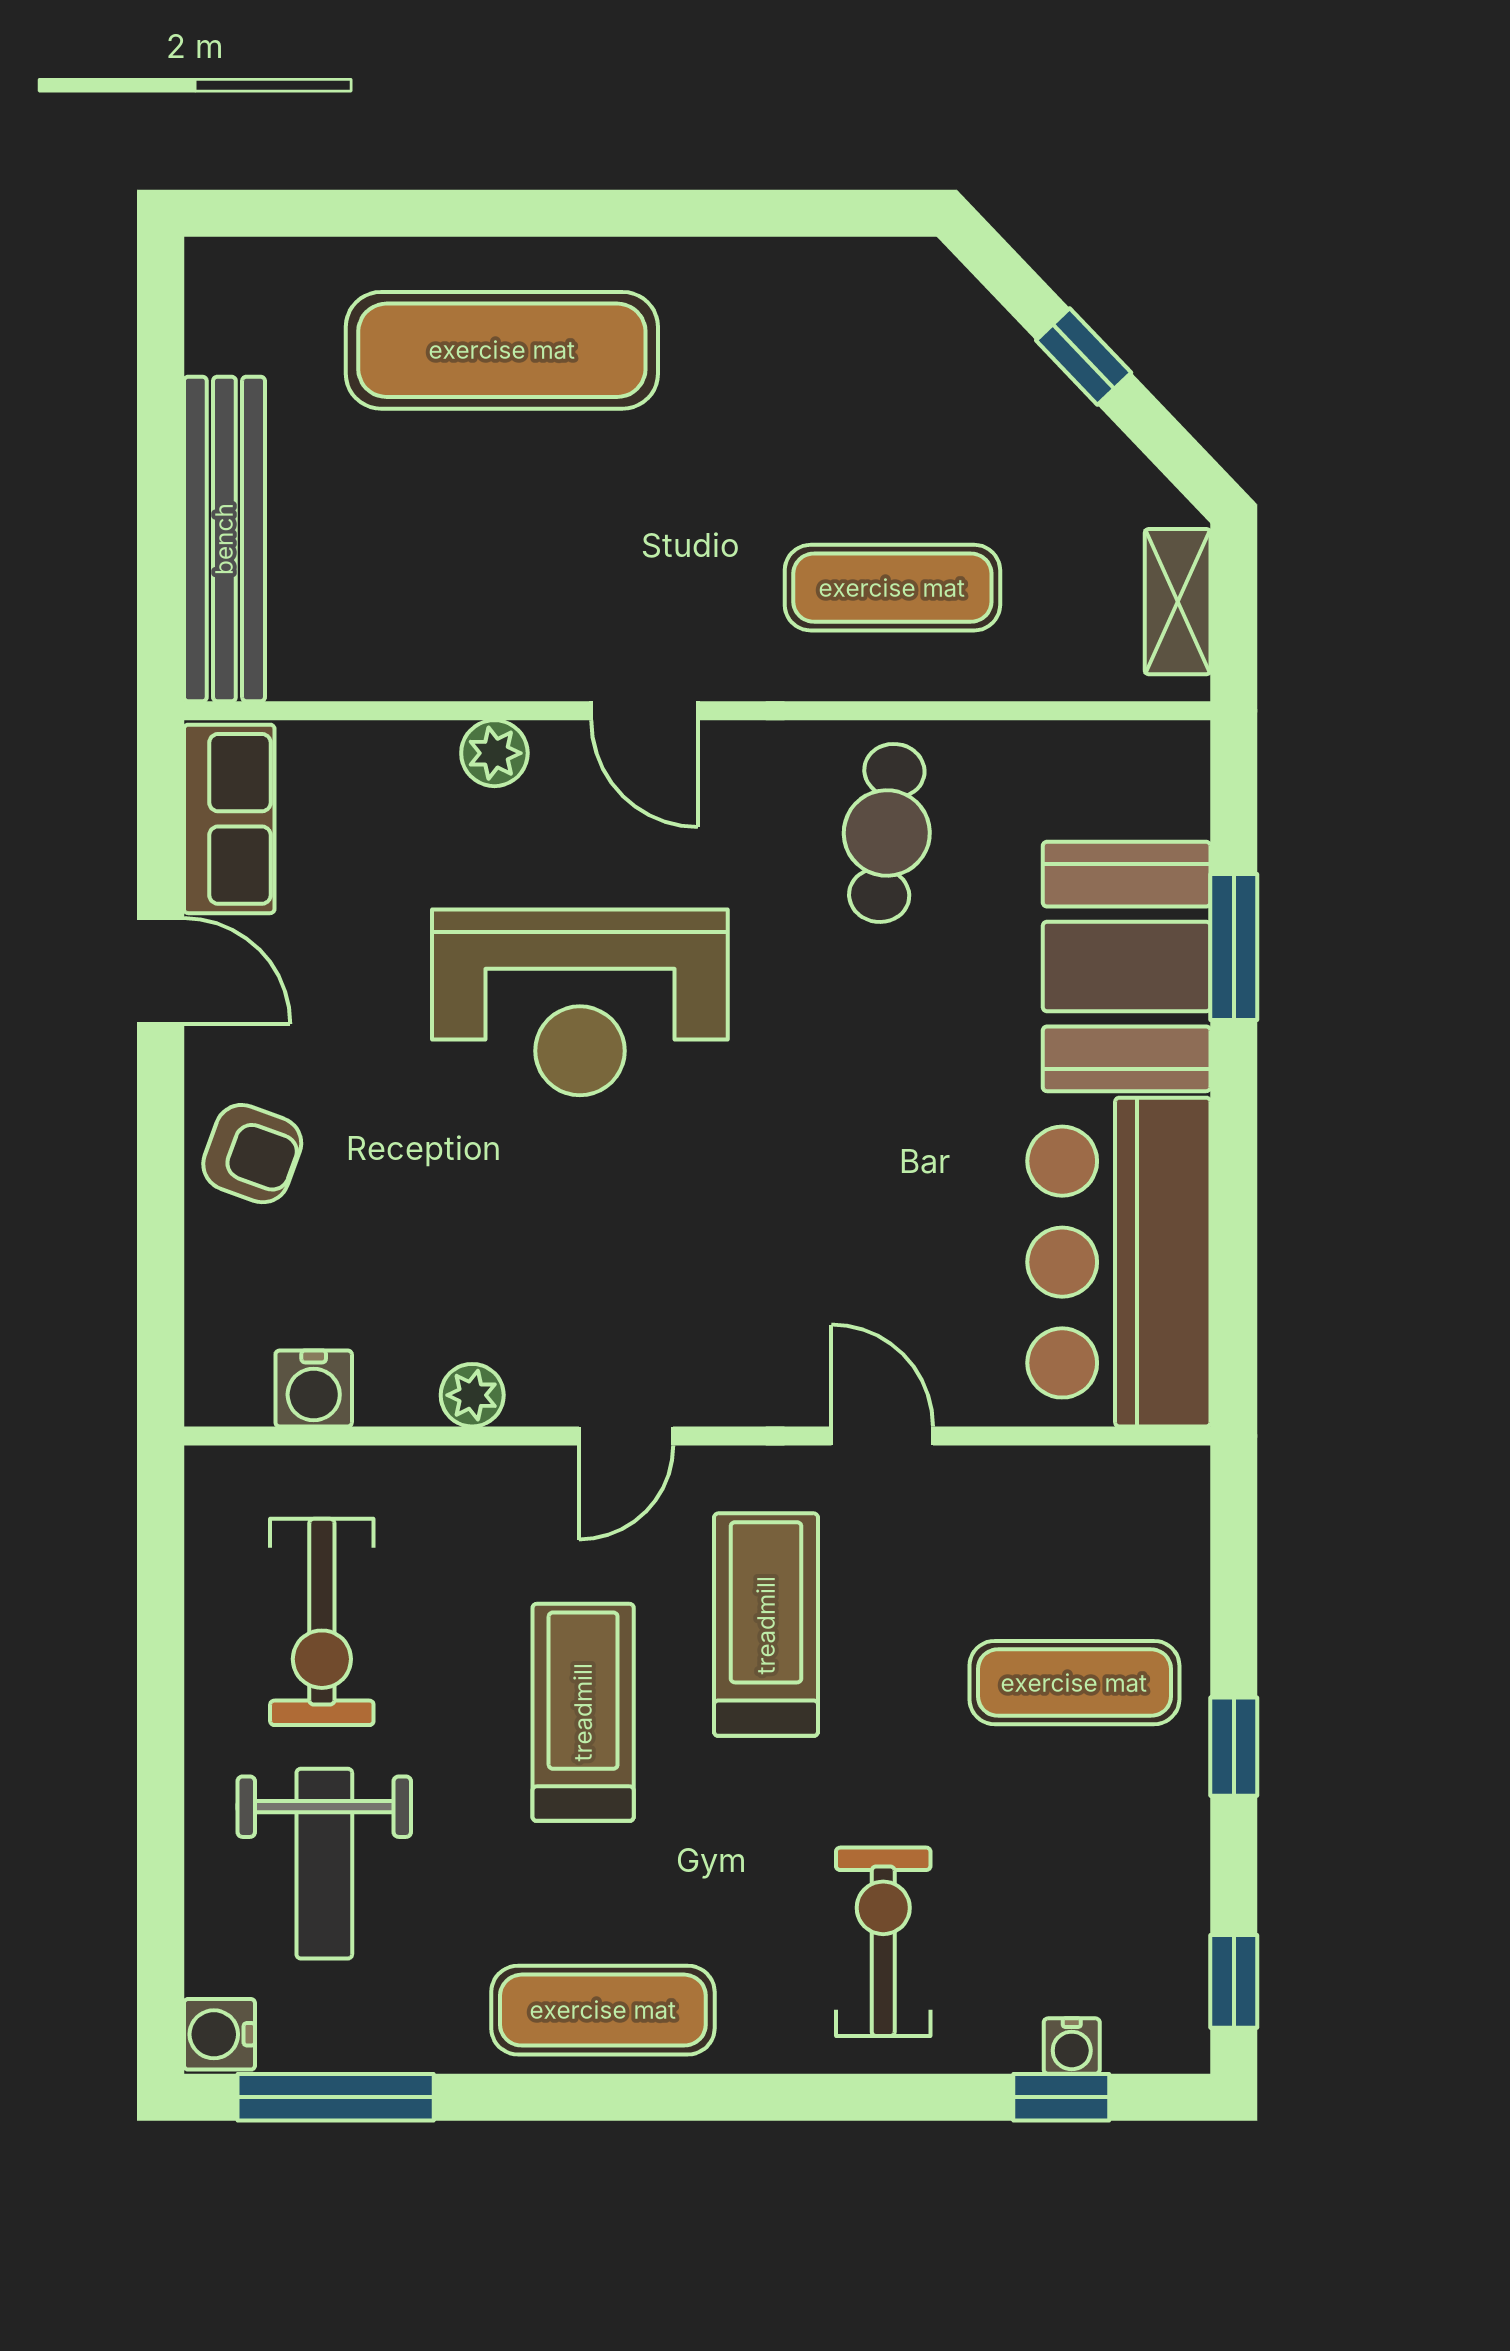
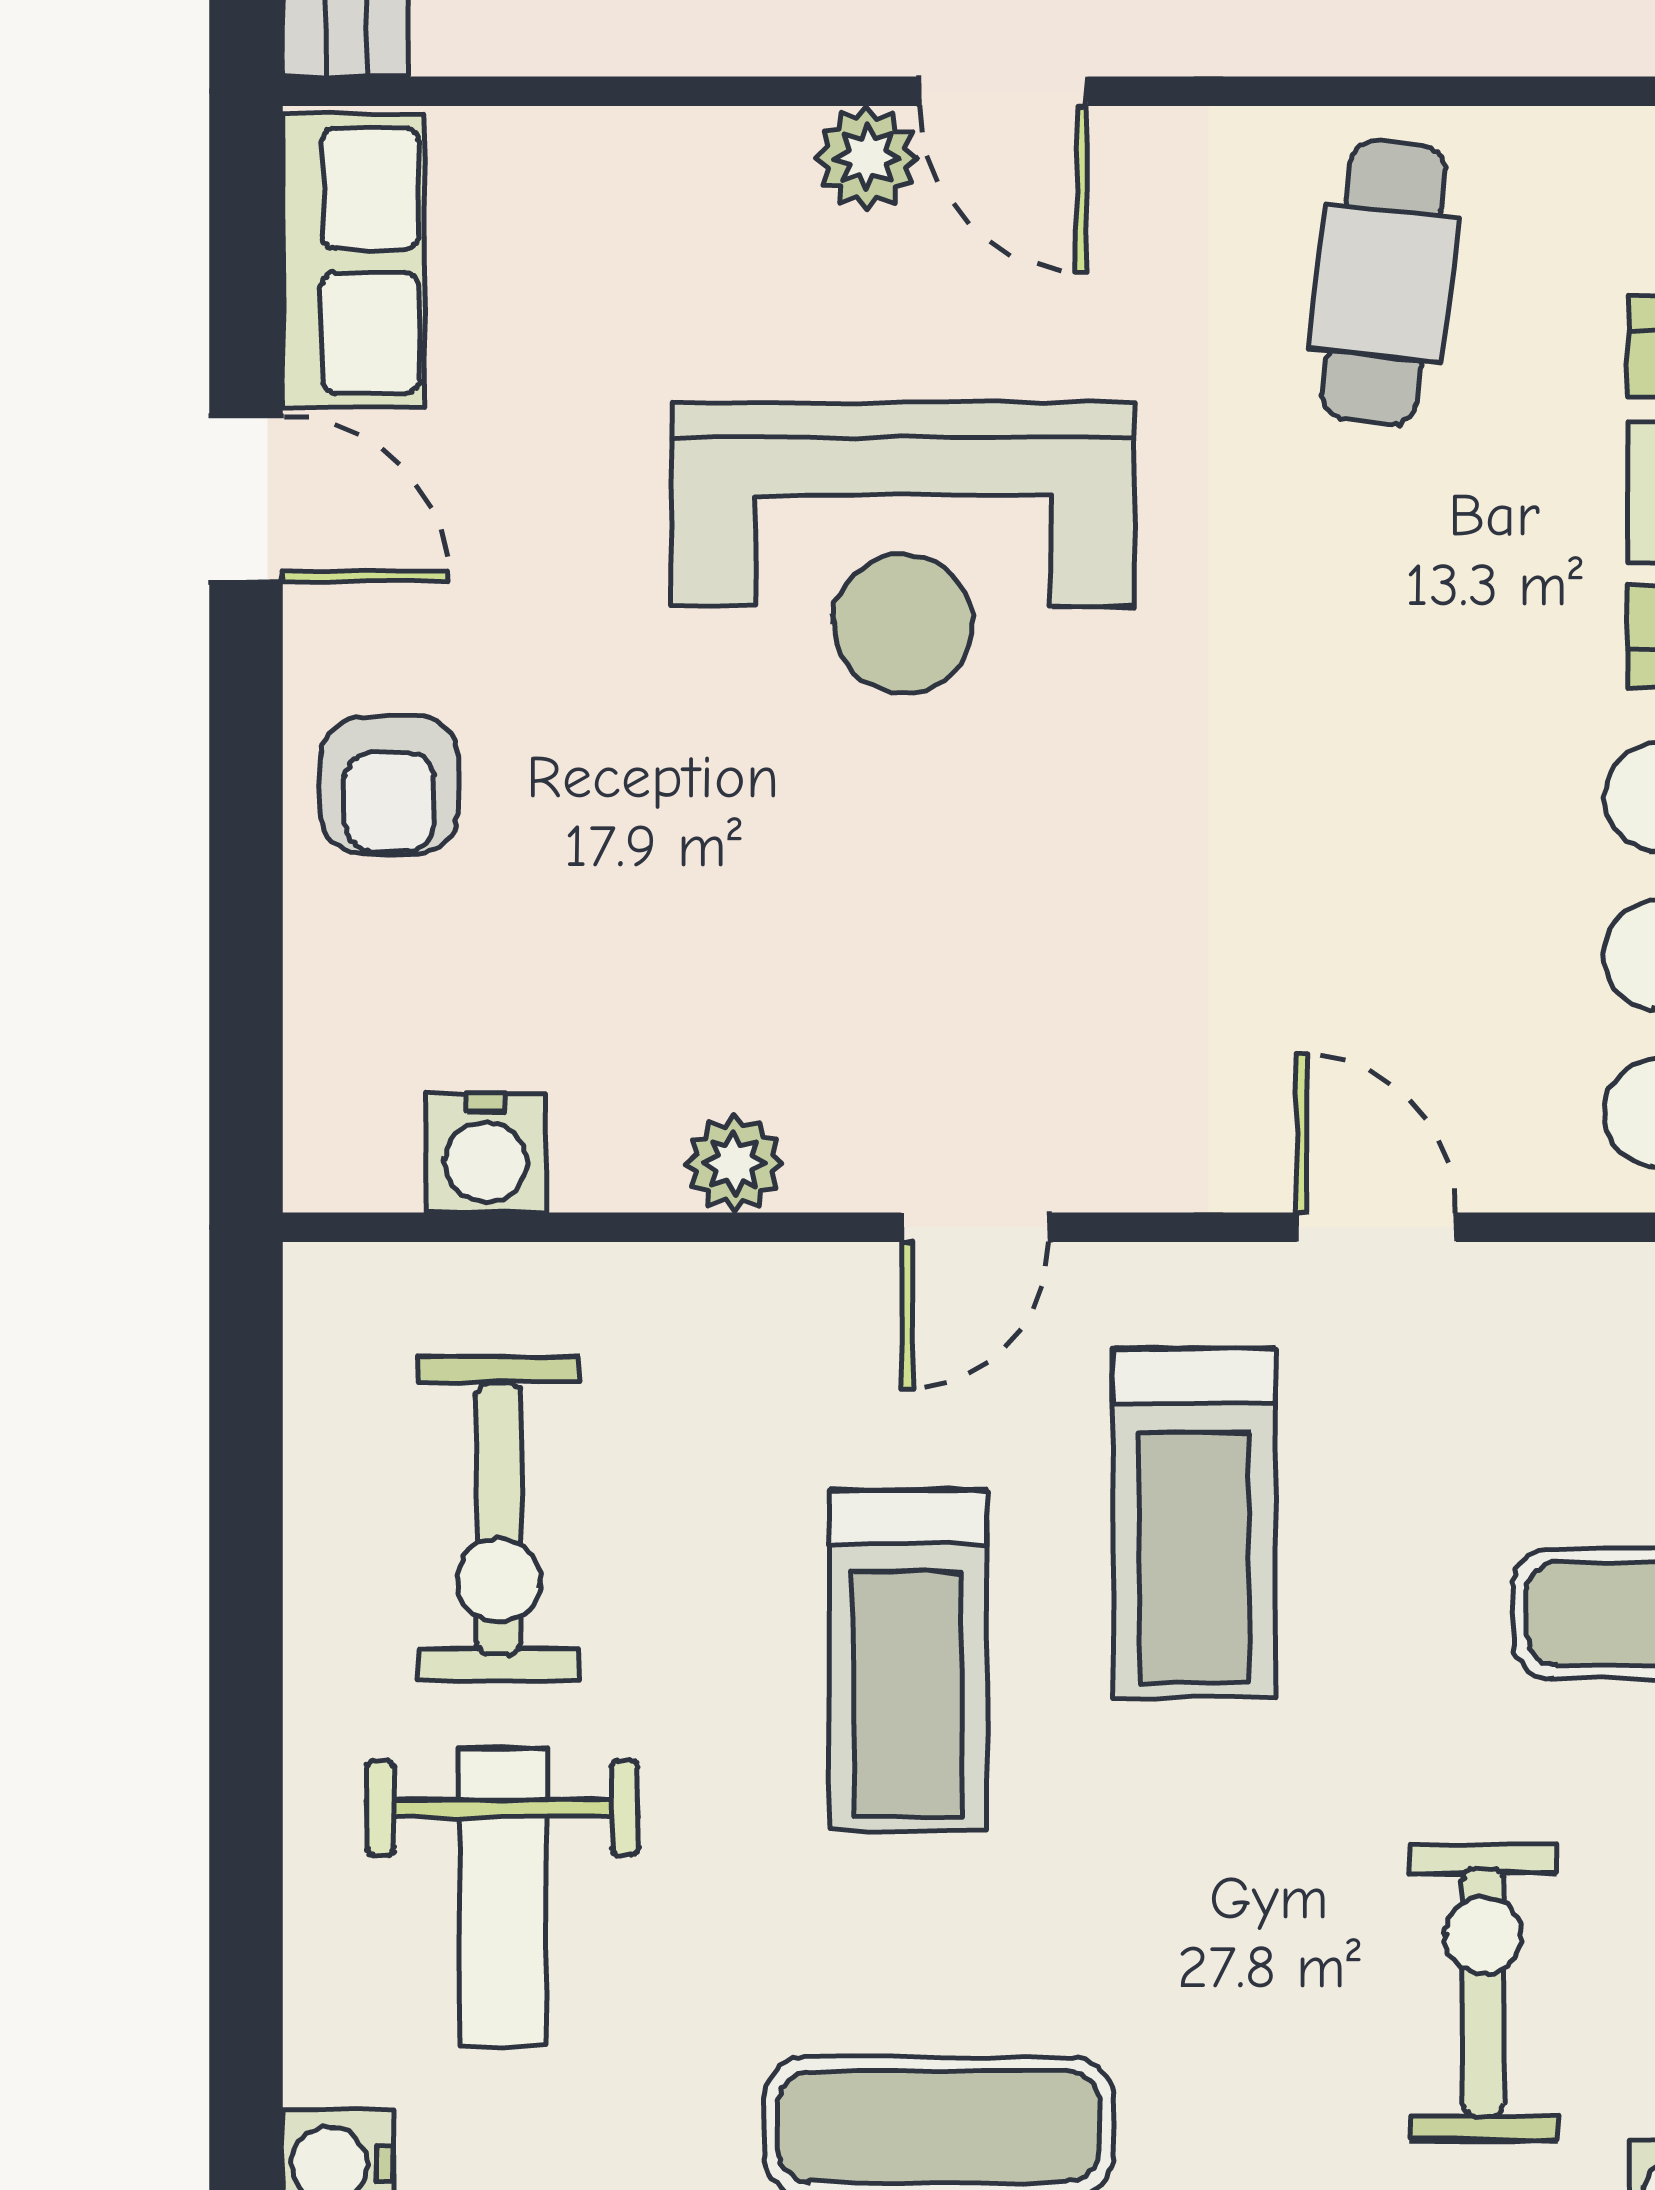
plant: (494, 753) -> (867, 158), moved
armchair: (252, 1154) -> (389, 785), turned 70
treadmill: (766, 1625) -> (1194, 1523), turned 180
treadmill: (583, 1712) -> (908, 1660), turned 180
exercise bike: (883, 1942) -> (1483, 1992), moved

